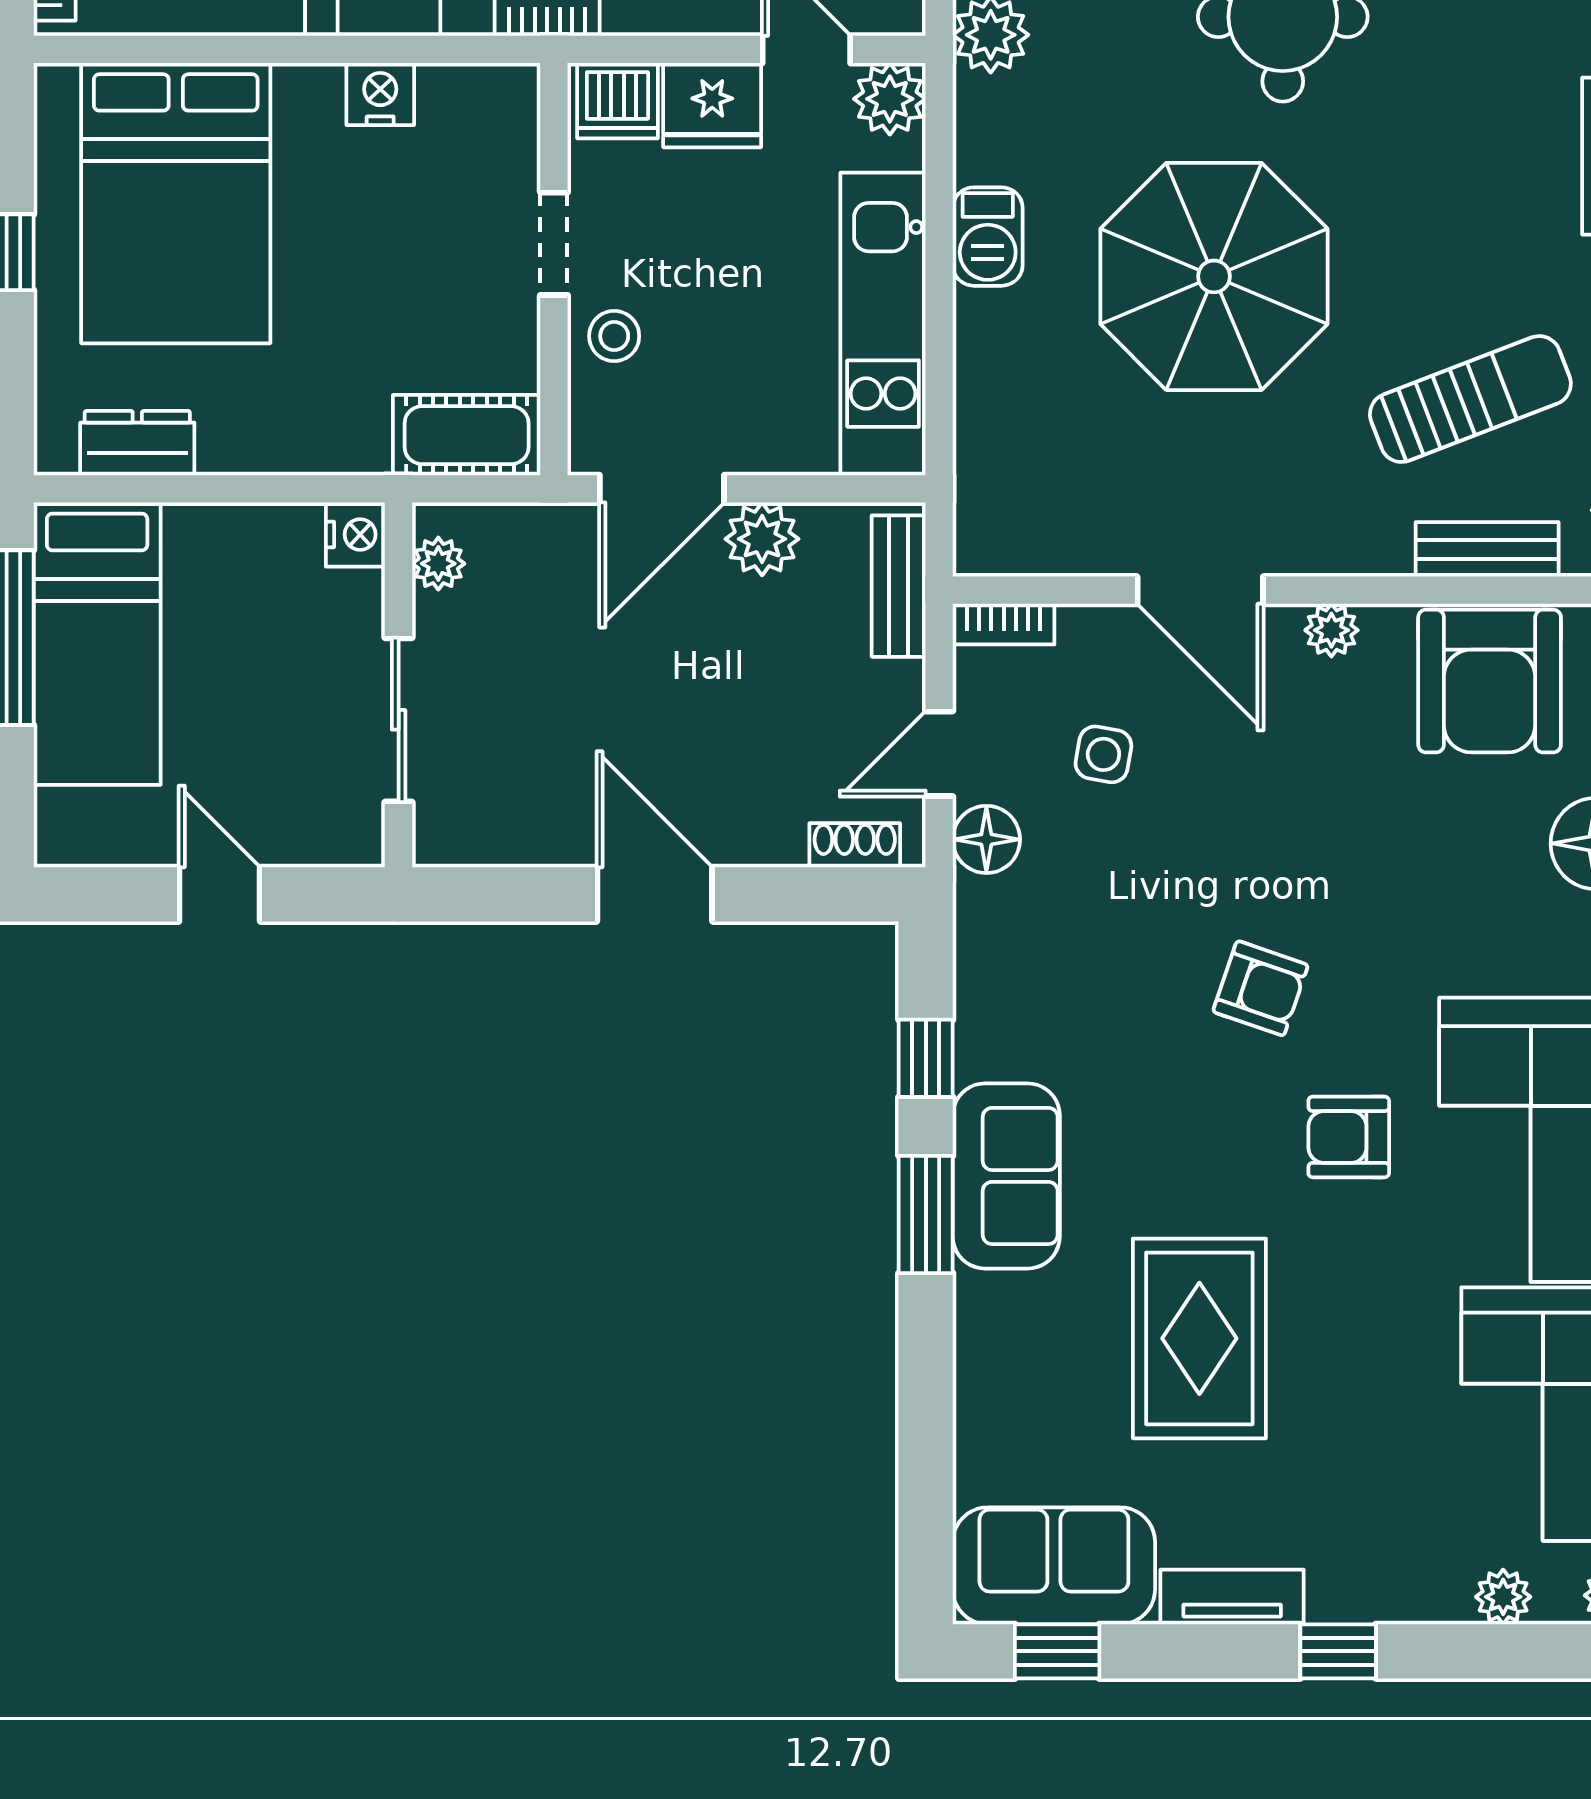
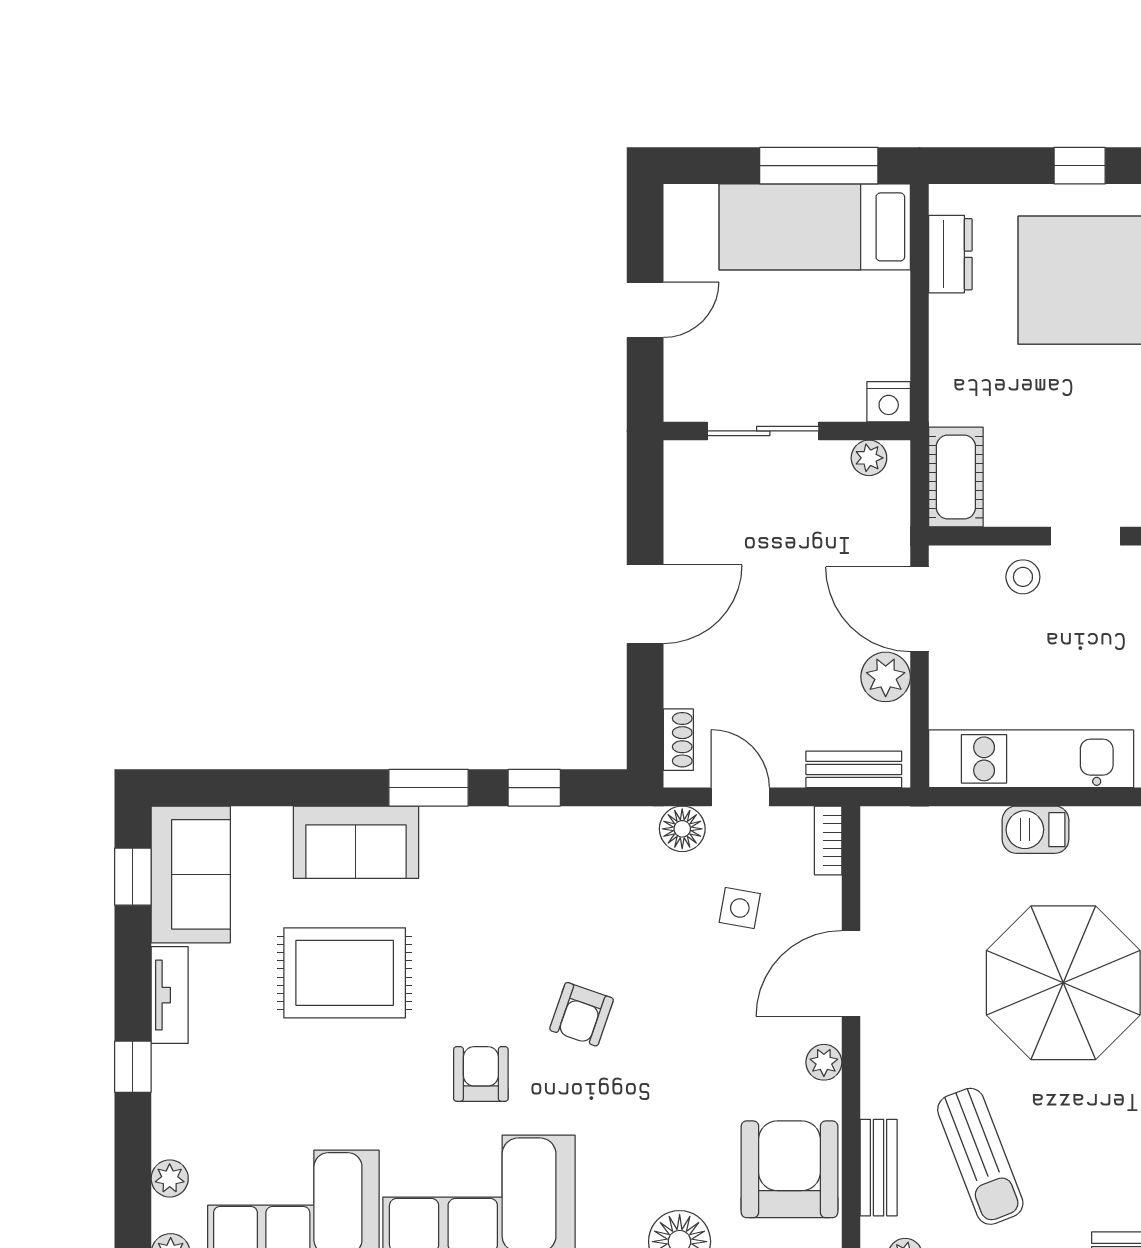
barbecue: (988, 237) -> (1036, 830), moved
armchair: (1490, 681) -> (789, 1169), turned 90
sofa: (1006, 1176) -> (356, 842), moved

